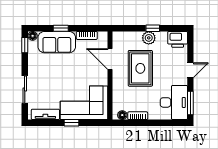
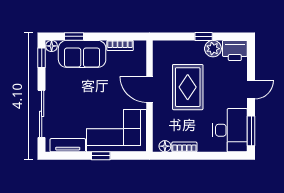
window: (61, 28) -> (74, 36), moved
plant: (149, 38) -> (213, 49), moved
door: (110, 59) -> (149, 89), moved
sliding door: (25, 90) -> (42, 114), width x1.37

